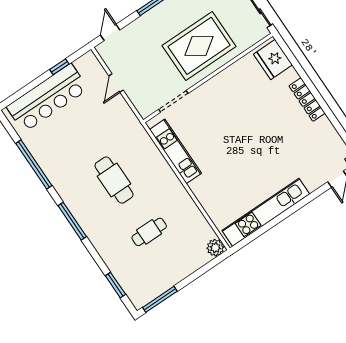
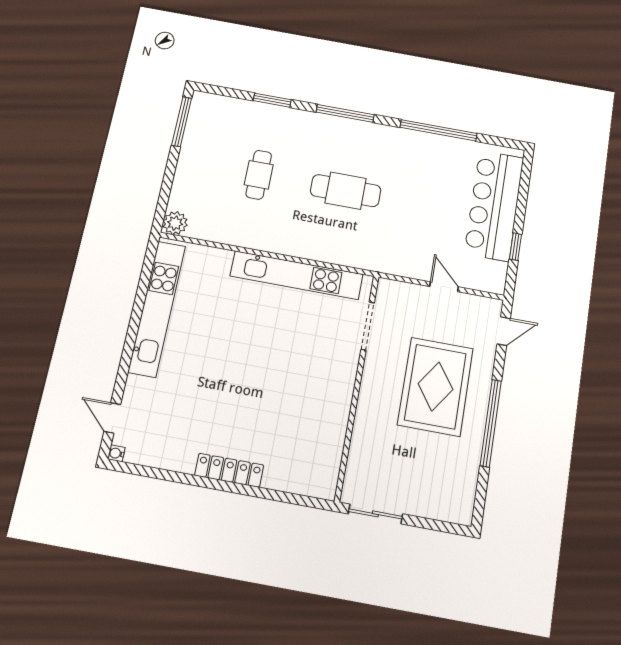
door: (110, 32) -> (504, 331), hinge flipped
rug: (199, 46) -> (435, 386), moved
fridge: (273, 59) -> (309, 476), removed
kitchen unit: (175, 151) -> (296, 275), width x1.36
window: (115, 285) -> (272, 100), moved

